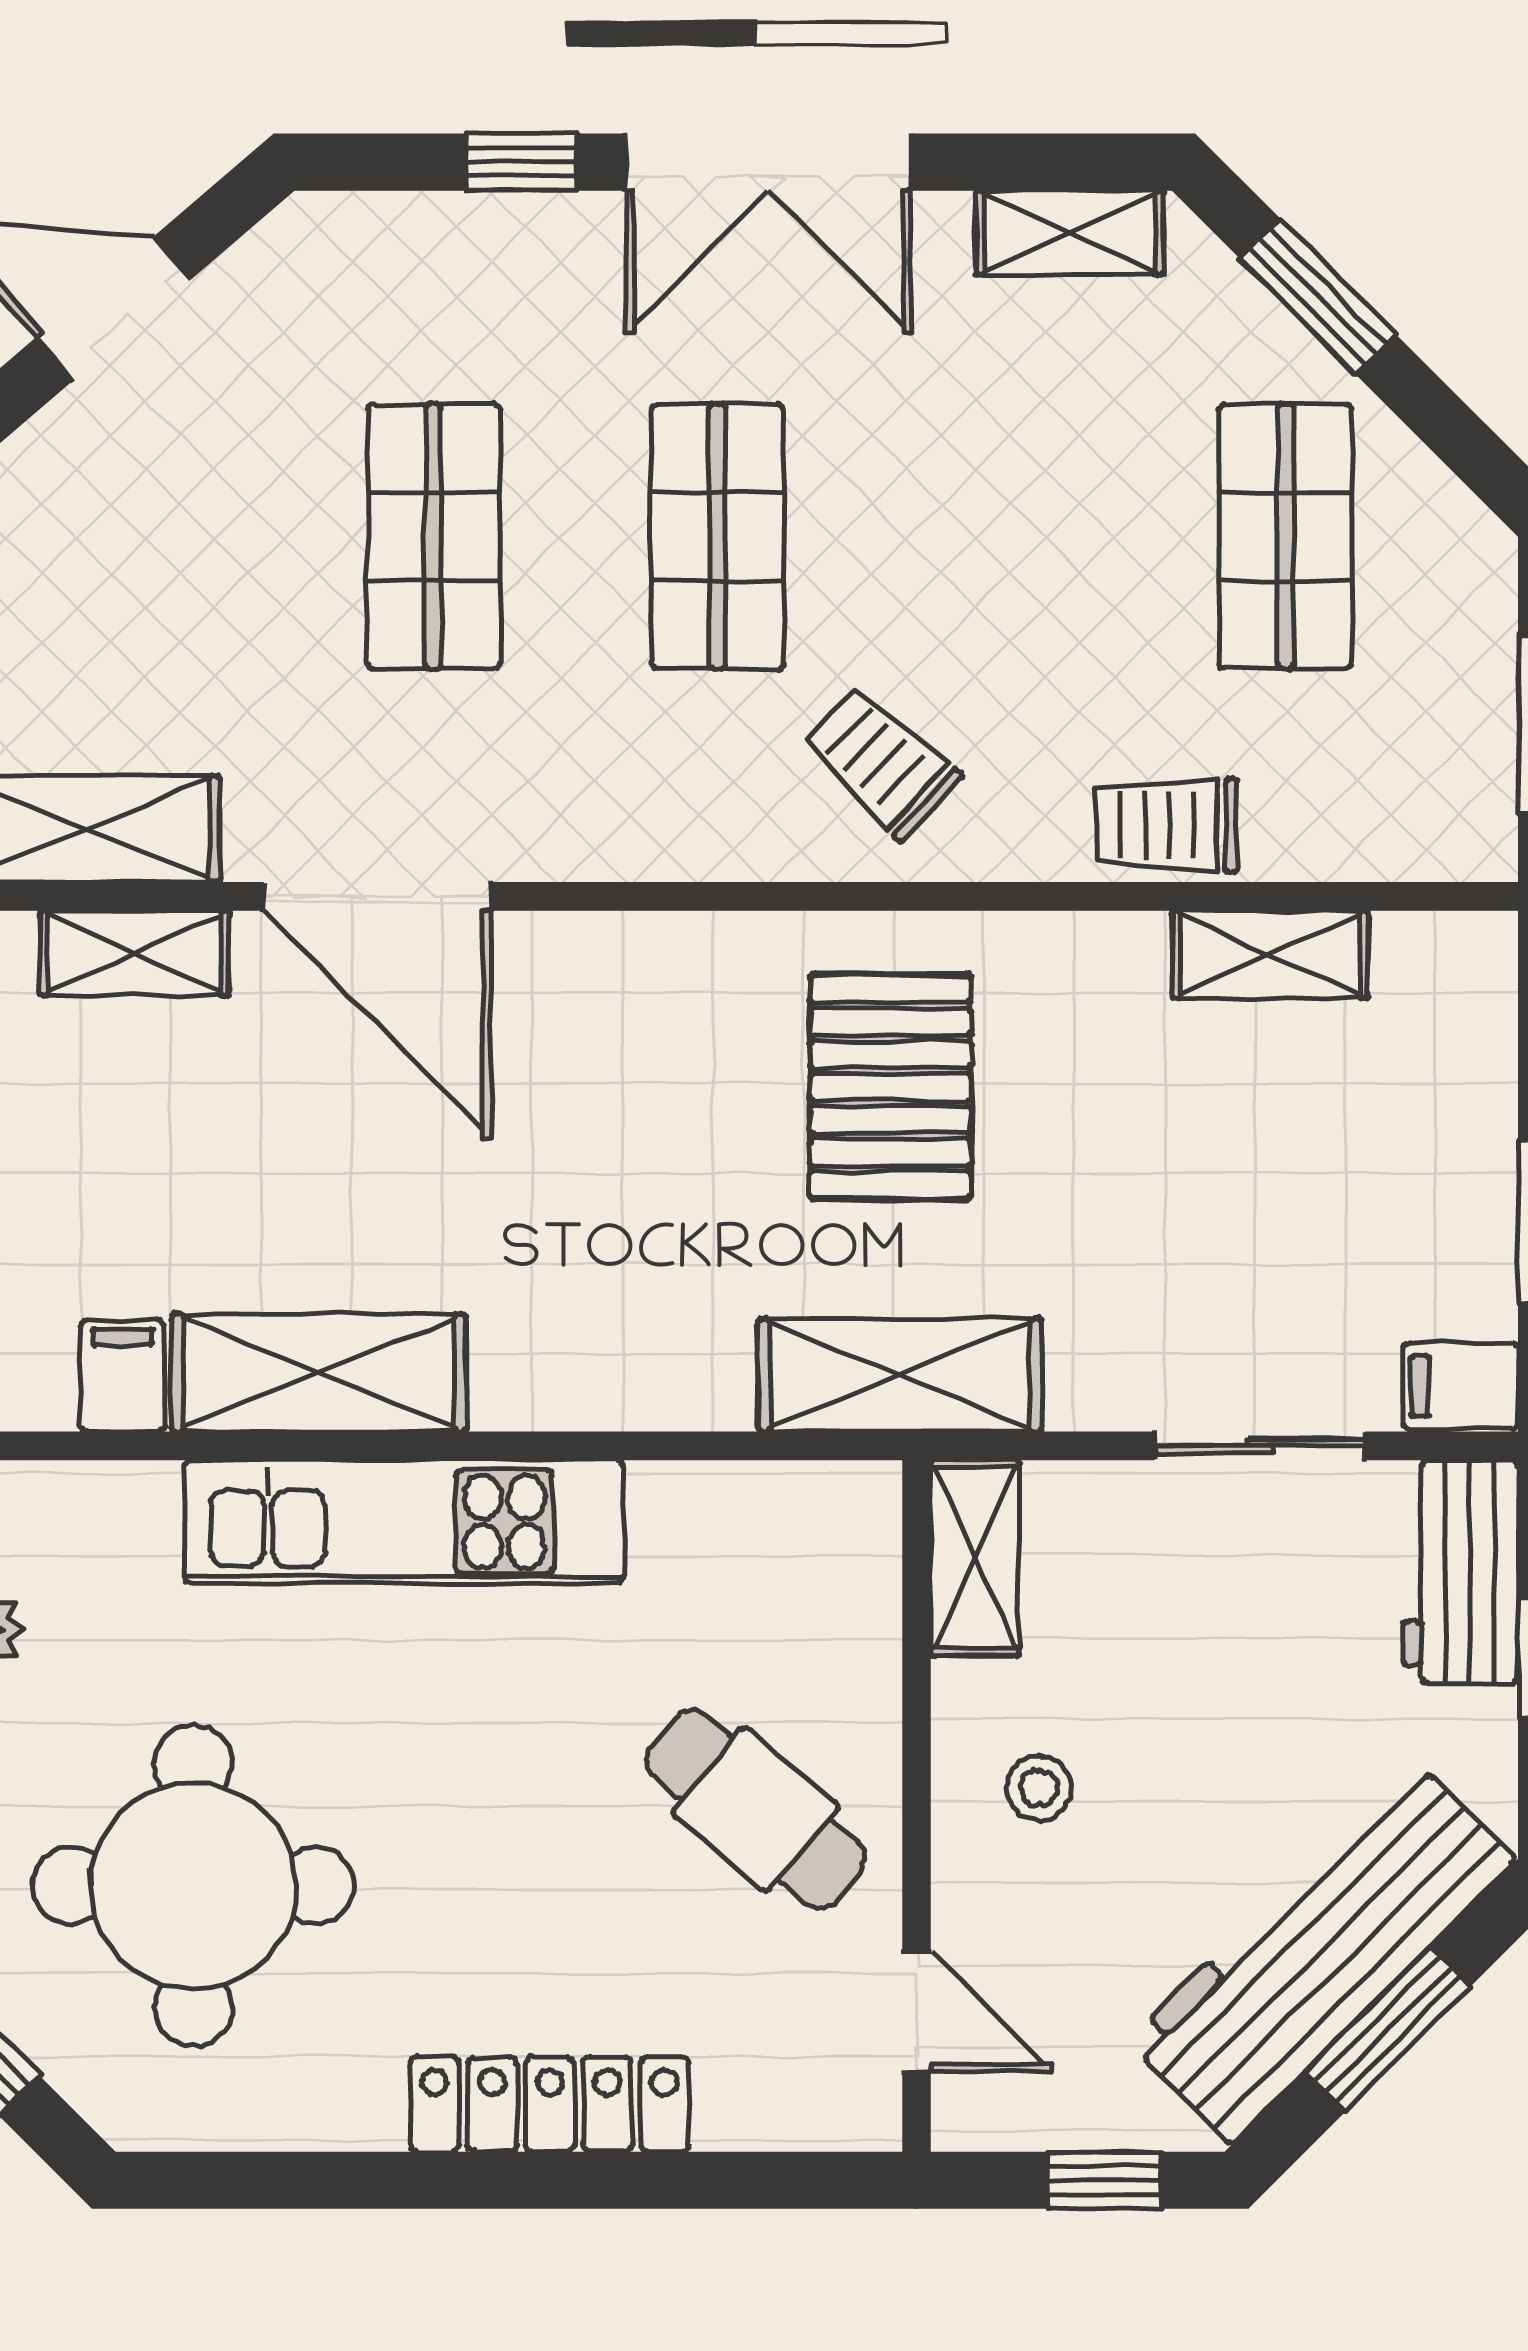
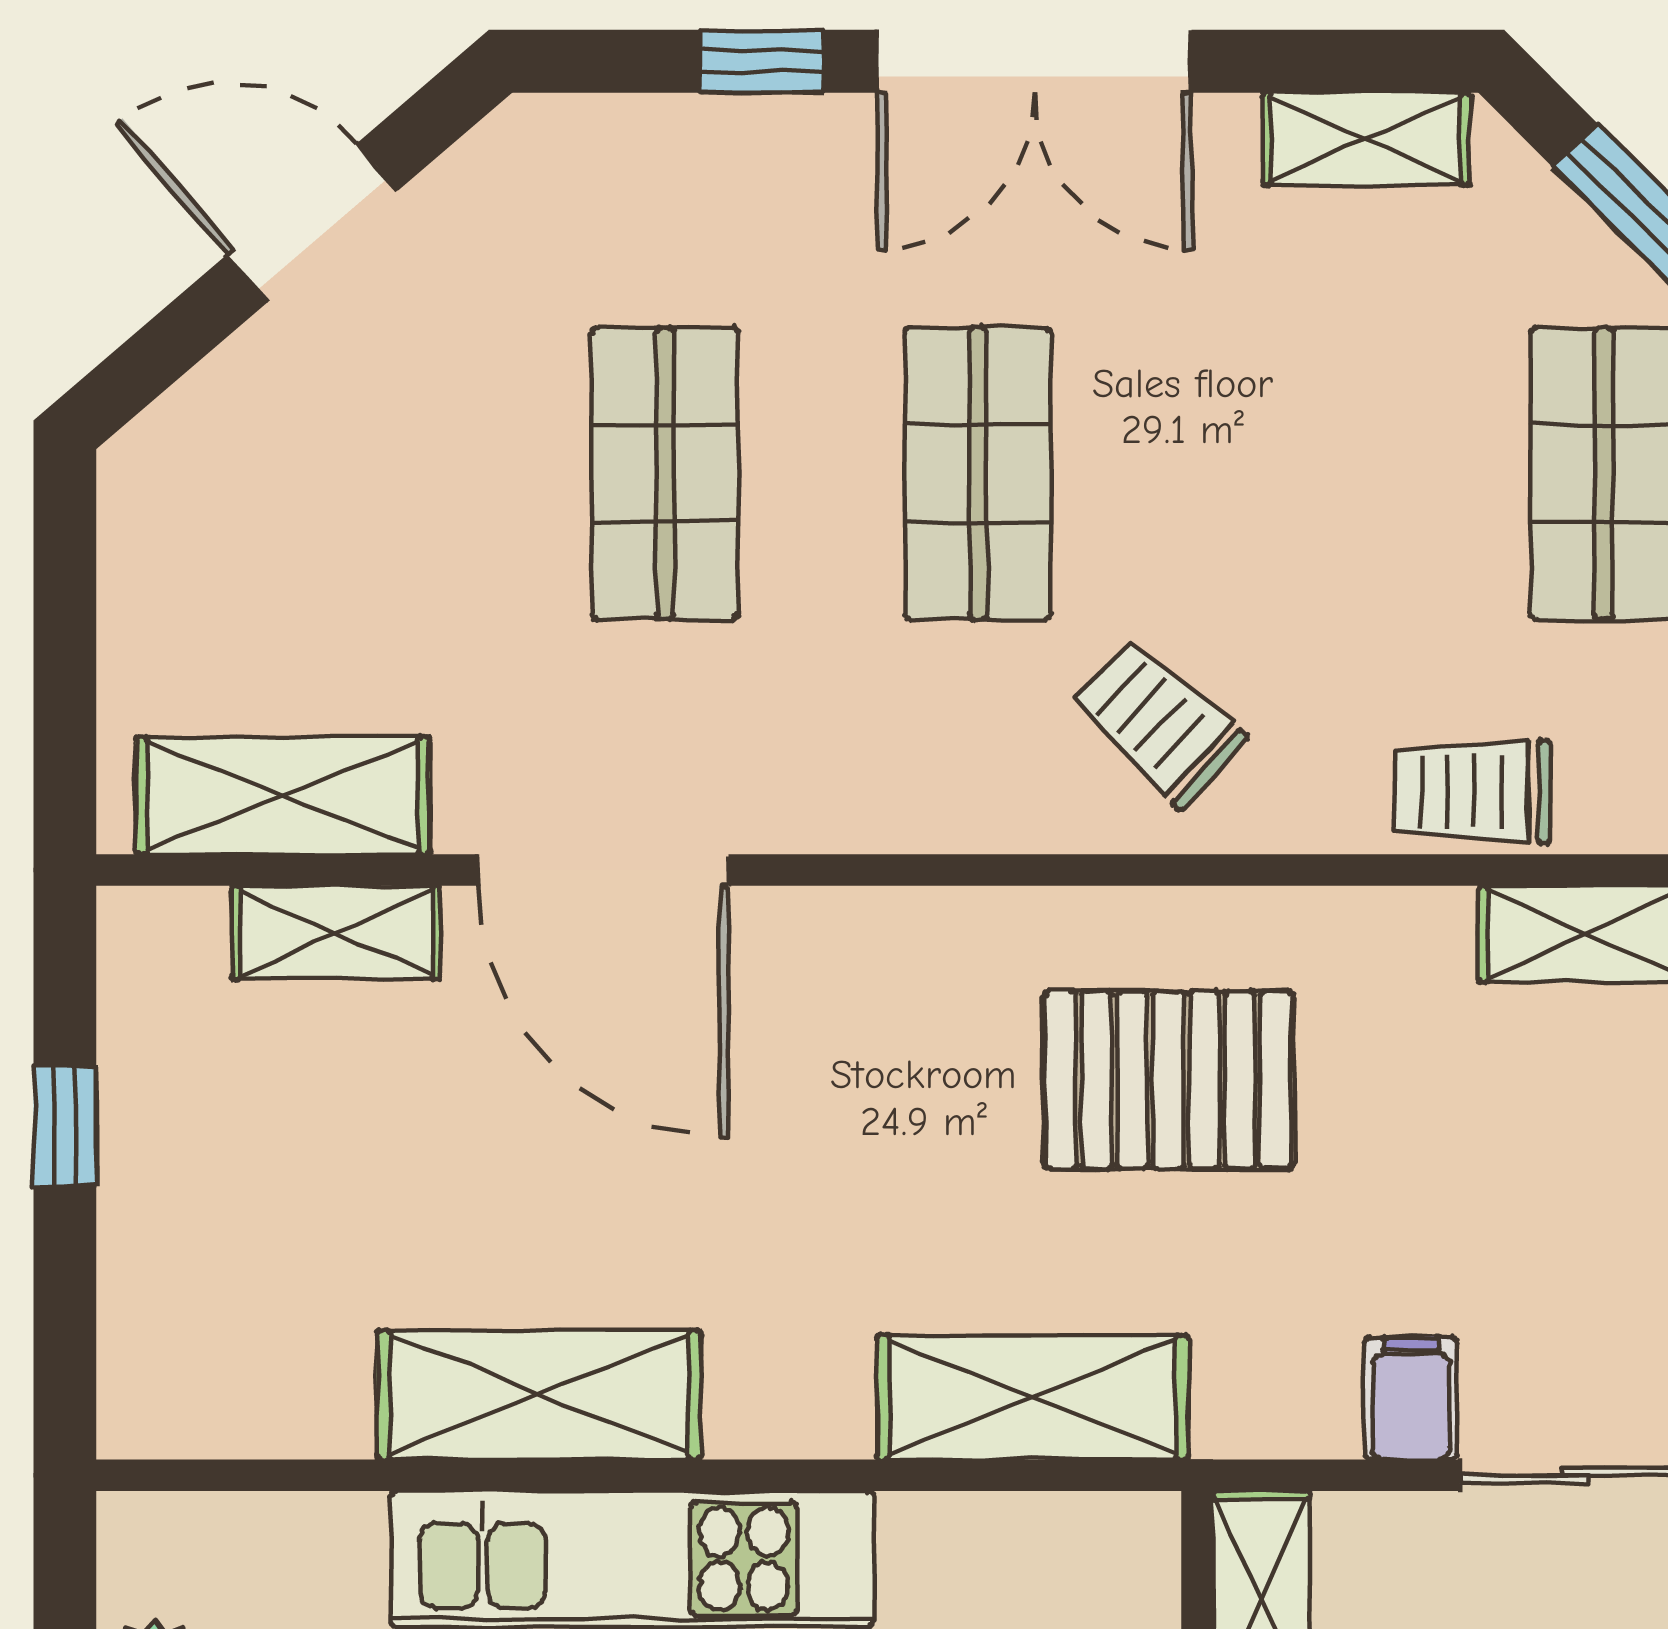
pallet: (890, 1087) -> (1168, 1080), turned 90
shelving: (900, 1375) -> (1033, 1397), moved
filing cabinet: (122, 1376) -> (1411, 1398), moved

